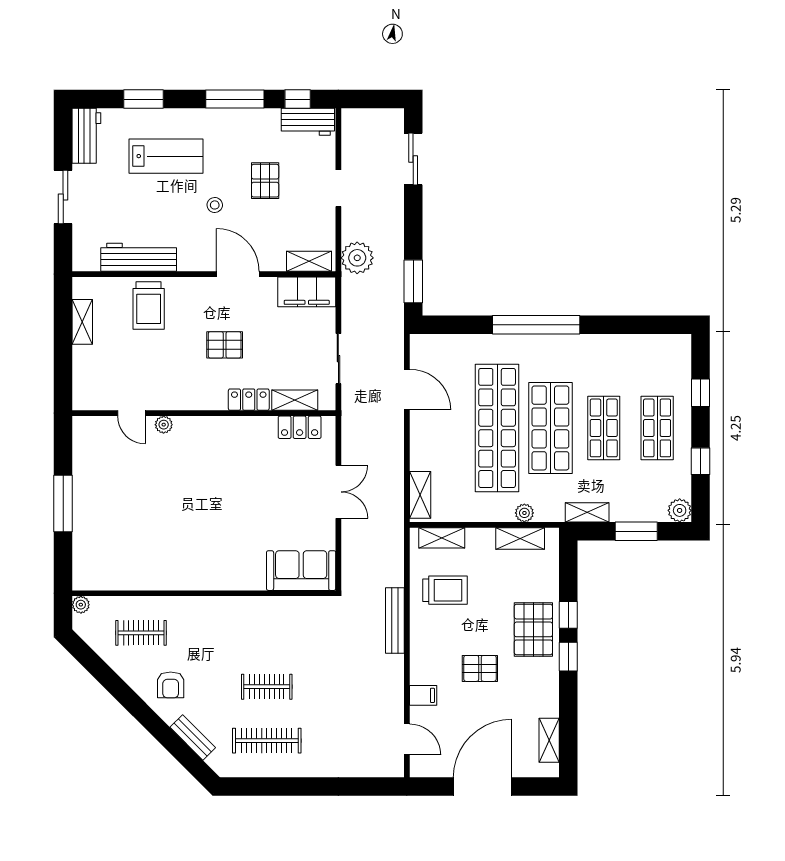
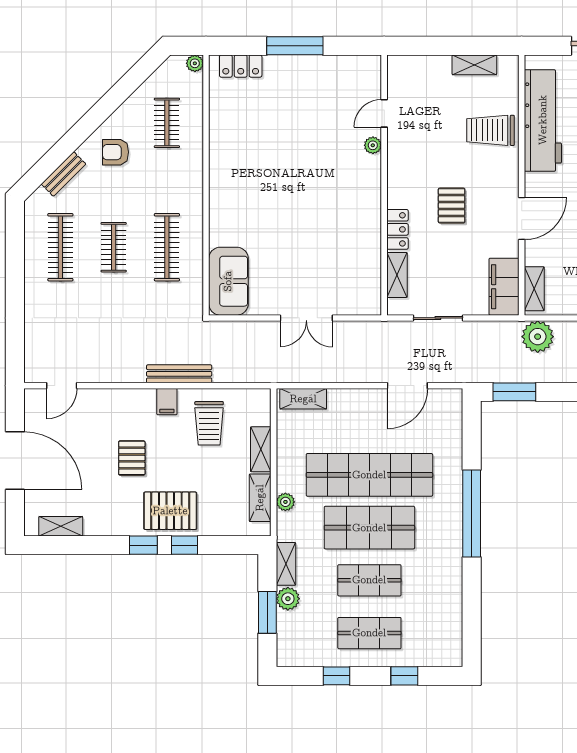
workbench: (139, 257) -> (543, 120), width x1.36, depth x1.32
locker: (300, 427) -> (241, 66), moved, turned -90
plant: (680, 510) -> (288, 599), moved
shelving: (442, 538) -> (261, 449), moved
clothes rail: (267, 633) -> (167, 247), added
filing cabinet: (423, 695) -> (167, 402), moved

